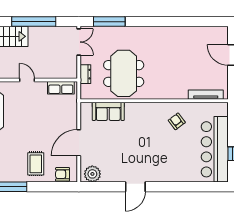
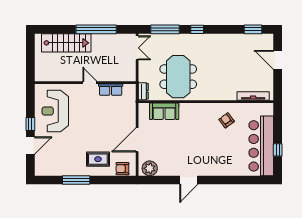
window: (144, 22) -> (197, 29), added
window: (206, 22) -> (253, 29), added
dresser: (85, 74) -> (143, 91), moved
row of seats: (61, 88) -> (111, 90), moved
rug: (36, 164) -> (98, 159), turned 90

